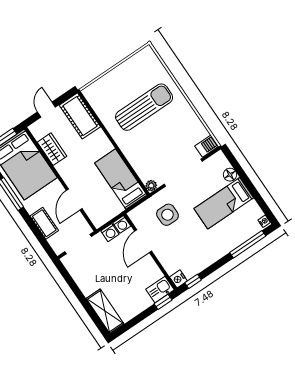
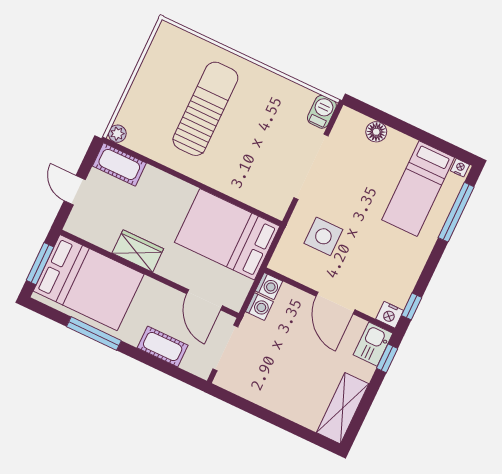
cot: (80, 116) -> (119, 164), width x0.73, depth x0.75
wardrobe: (52, 149) -> (138, 251), moved
bed: (121, 179) -> (227, 234), width x1.50
plant: (151, 186) -> (117, 134), moved
door: (74, 200) -> (205, 300), moved
bed: (224, 203) -> (418, 189), moved
door: (143, 241) -> (335, 303), moved
shelving: (105, 311) -> (343, 408), moved, turned 90

